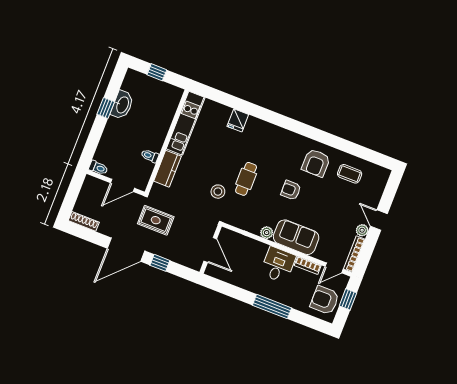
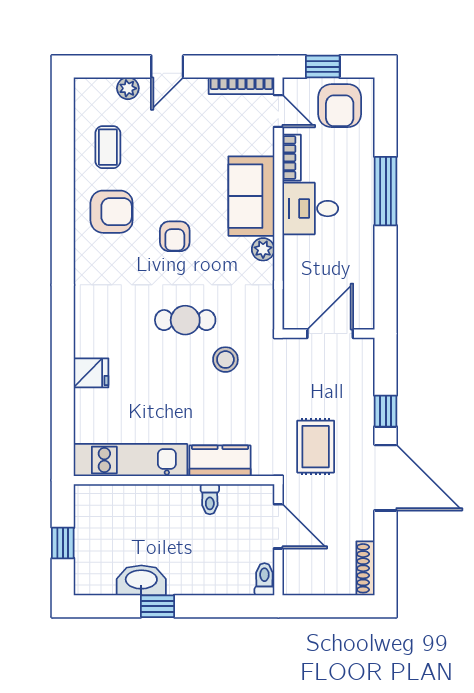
plant: (362, 230) -> (128, 88), moved

